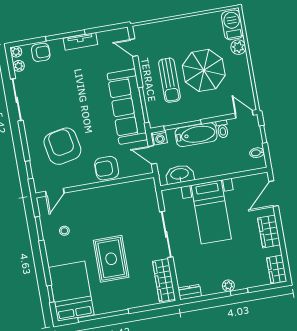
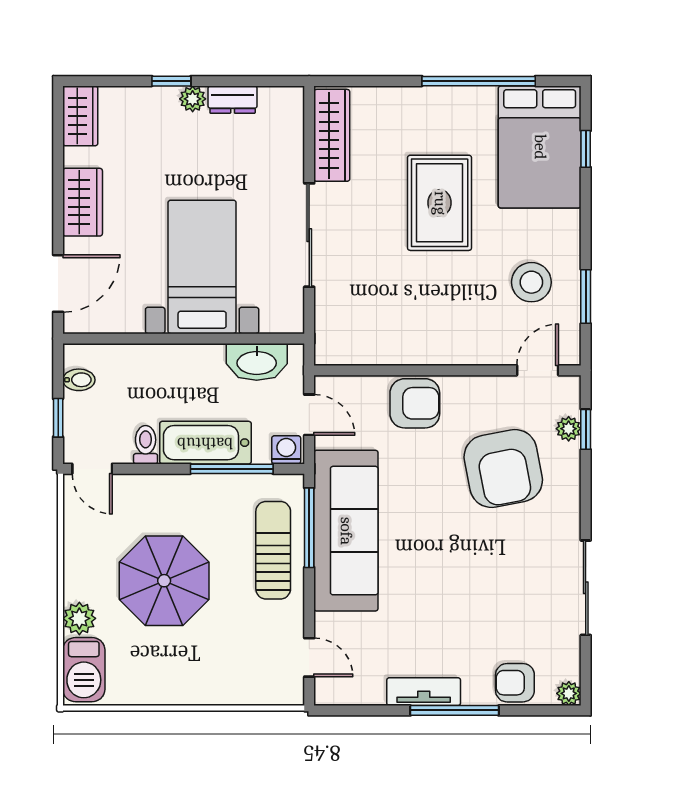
plant: (19, 66) -> (569, 429), moved
sun lounger: (169, 80) -> (273, 550), moved
stool: (64, 231) -> (531, 282), width x1.89, depth x1.89
dresser: (190, 292) -> (233, 100), moved

